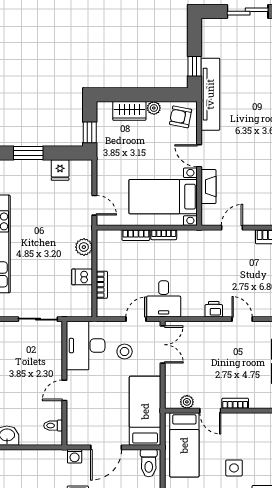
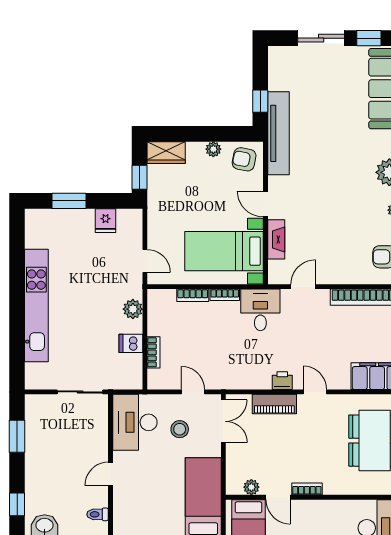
wardrobe: (129, 111) -> (166, 153), moved
desk: (164, 299) -> (260, 310), moved, turned 180
door: (136, 319) -> (193, 392), hinge flipped
piano: (207, 330) -> (274, 404), added

